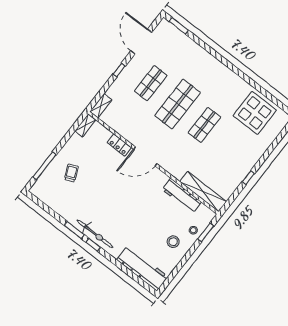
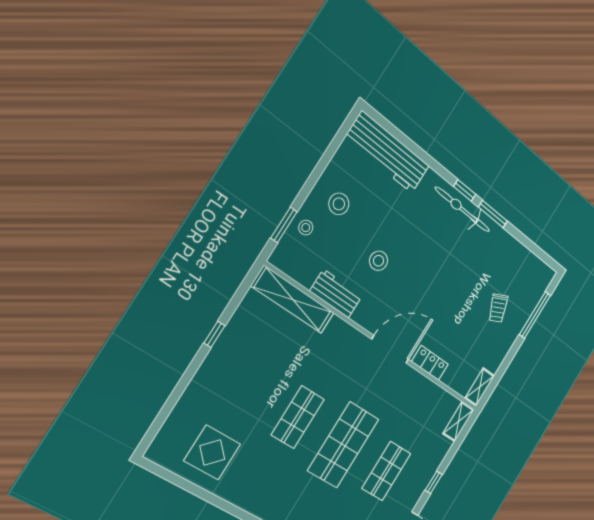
display table: (255, 113) -> (212, 452), width x0.73, depth x0.73
workbench: (182, 196) -> (336, 294), width x0.73
stool: (150, 209) -> (379, 261), added

